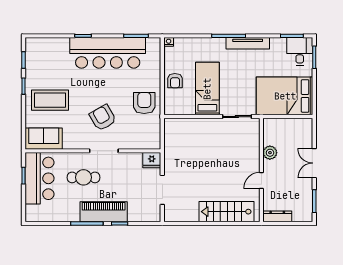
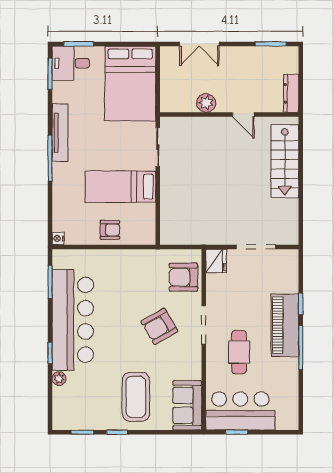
plant: (64, 43) -> (59, 379), added
armchair: (144, 103) -> (183, 277), moved
double door: (314, 163) -> (199, 44), moved

